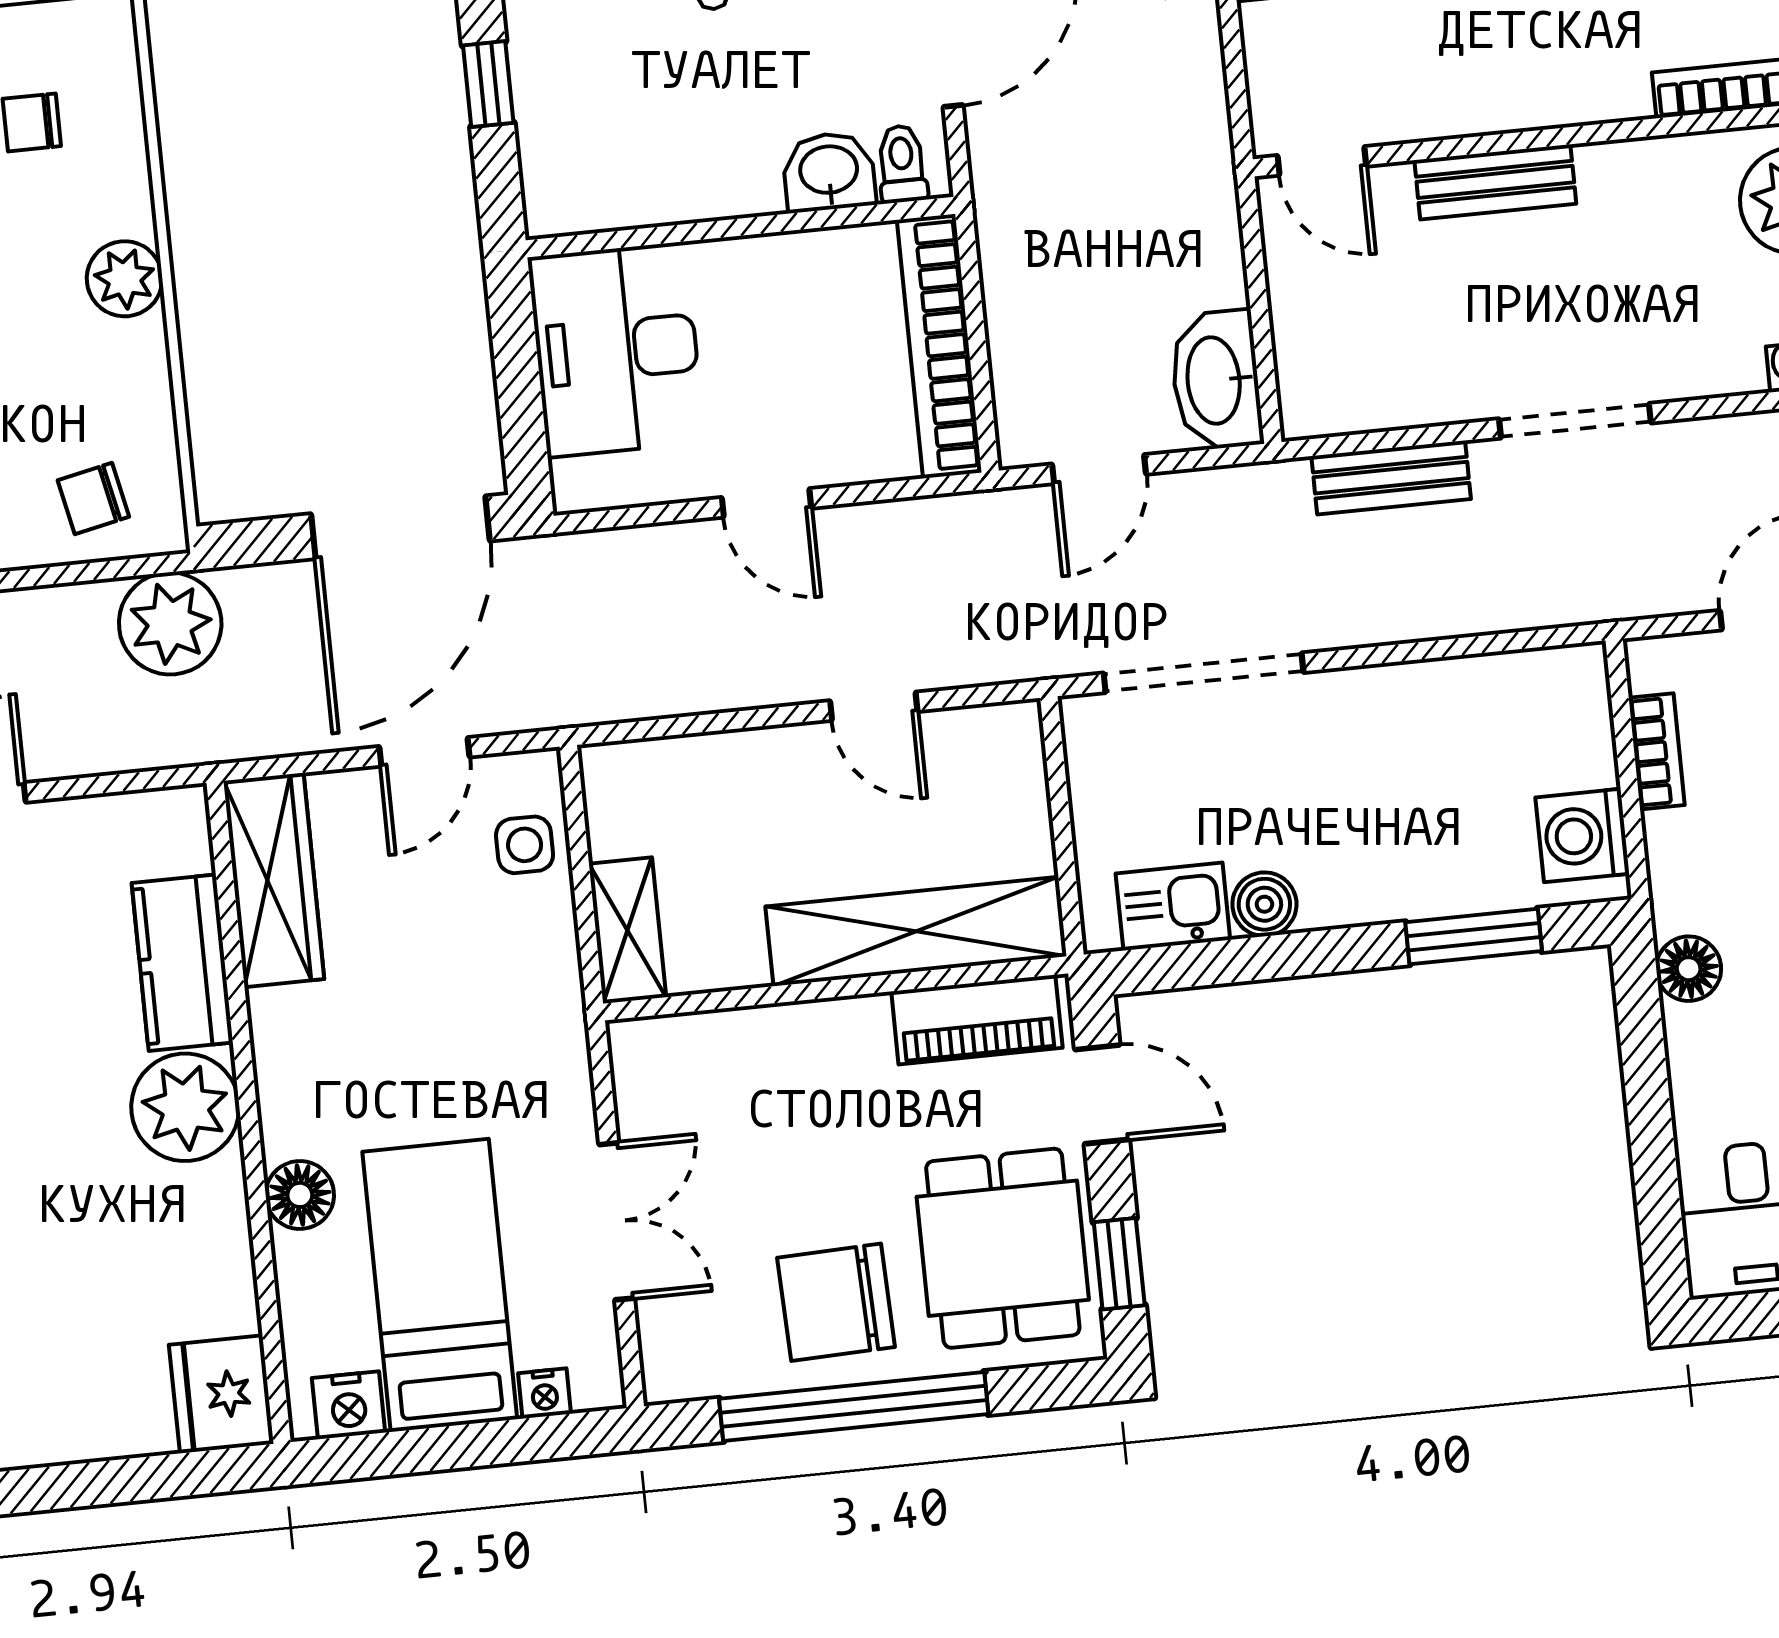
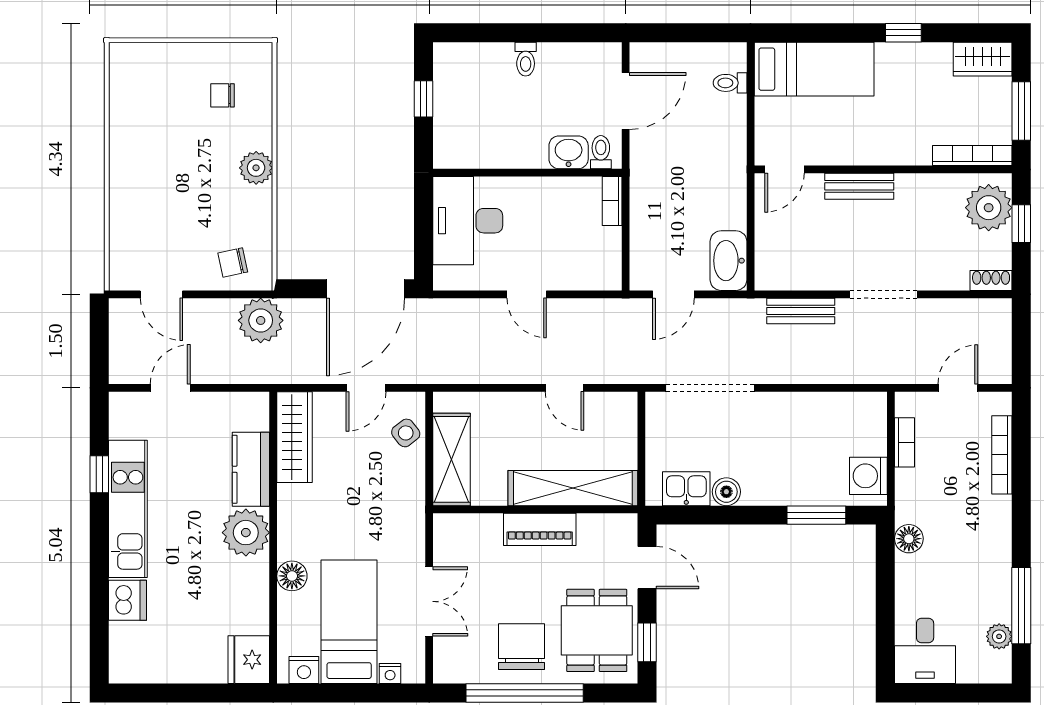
door: (1322, 161) -> (784, 169), hinge flipped
bookcase: (939, 346) -> (612, 201), width x0.43, depth x0.76
side table: (525, 845) -> (406, 433), turned -38
shelving: (627, 930) -> (451, 459), width x1.50, depth x1.33
piano: (977, 1020) -> (540, 529), moved
chair: (836, 1302) -> (522, 647), turned 92

